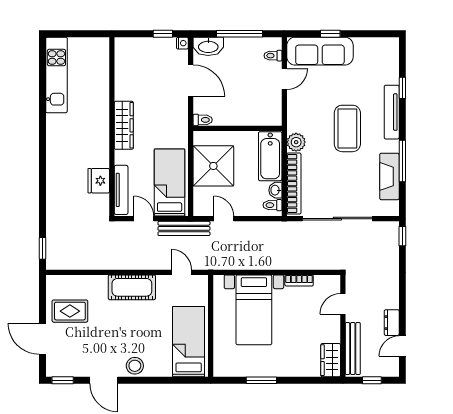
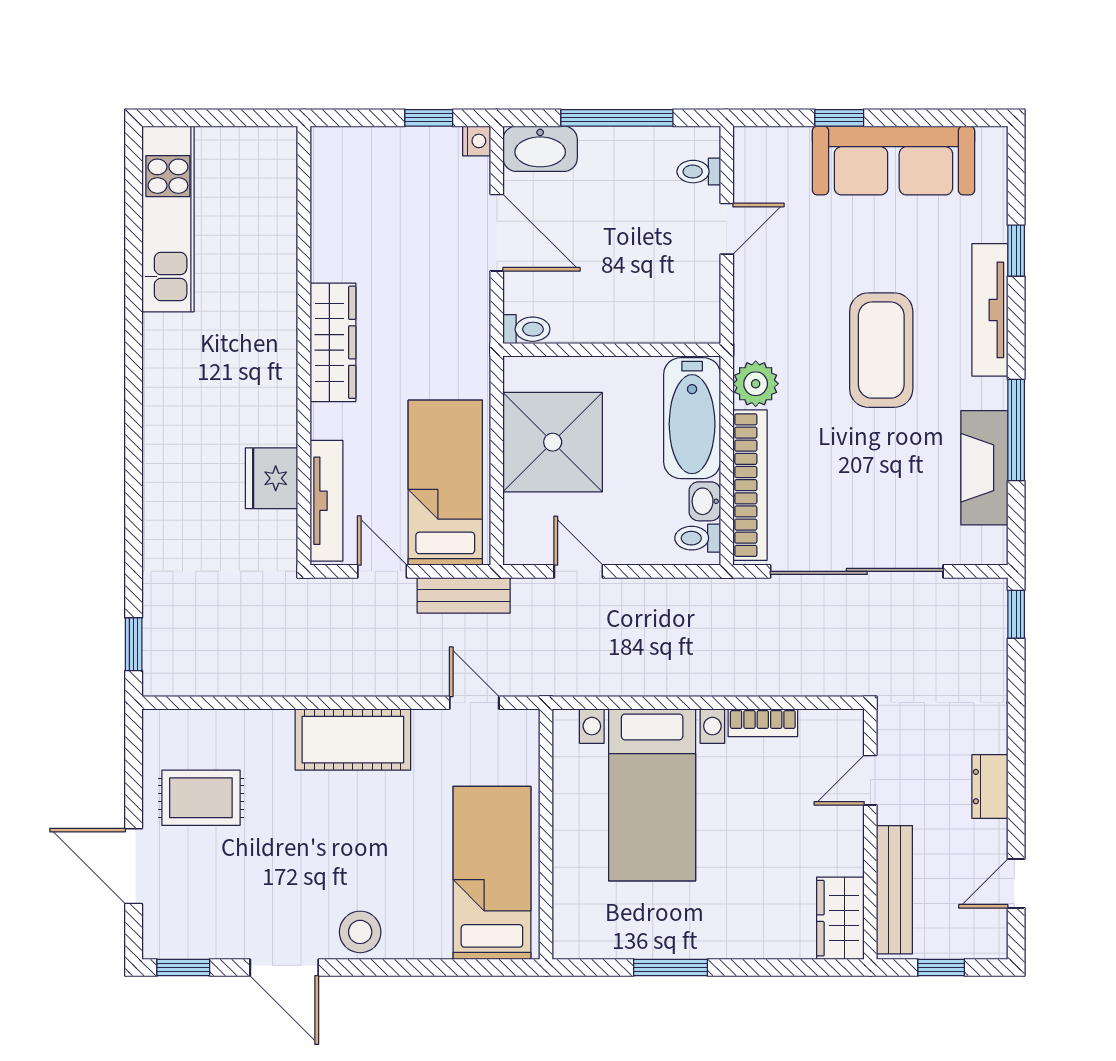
sofa: (320, 51) -> (893, 161), moved
bench: (184, 228) -> (464, 595), width x0.73
dresser: (392, 323) -> (990, 787), moved

